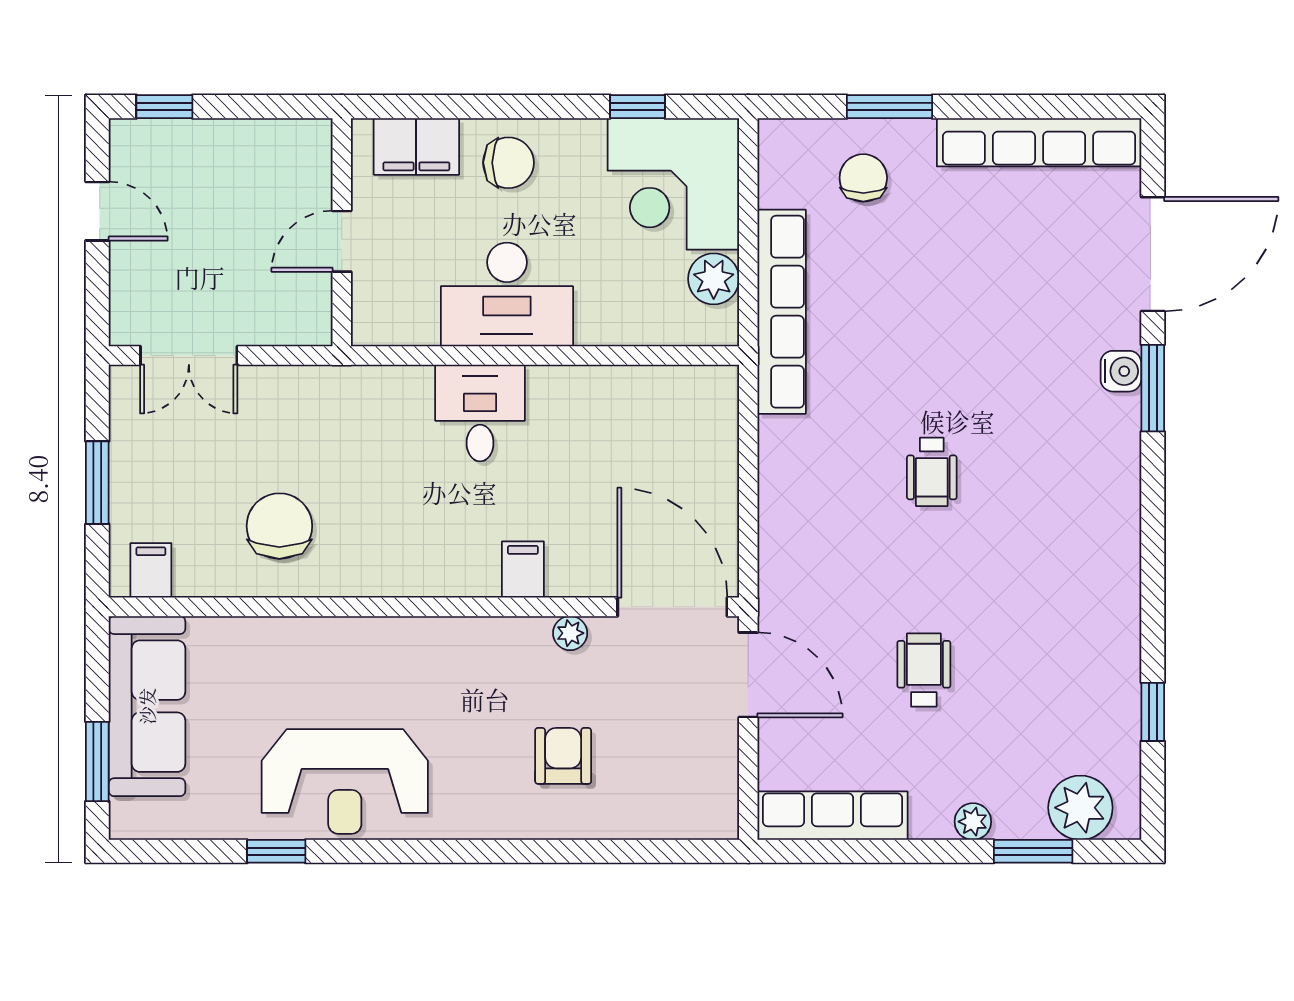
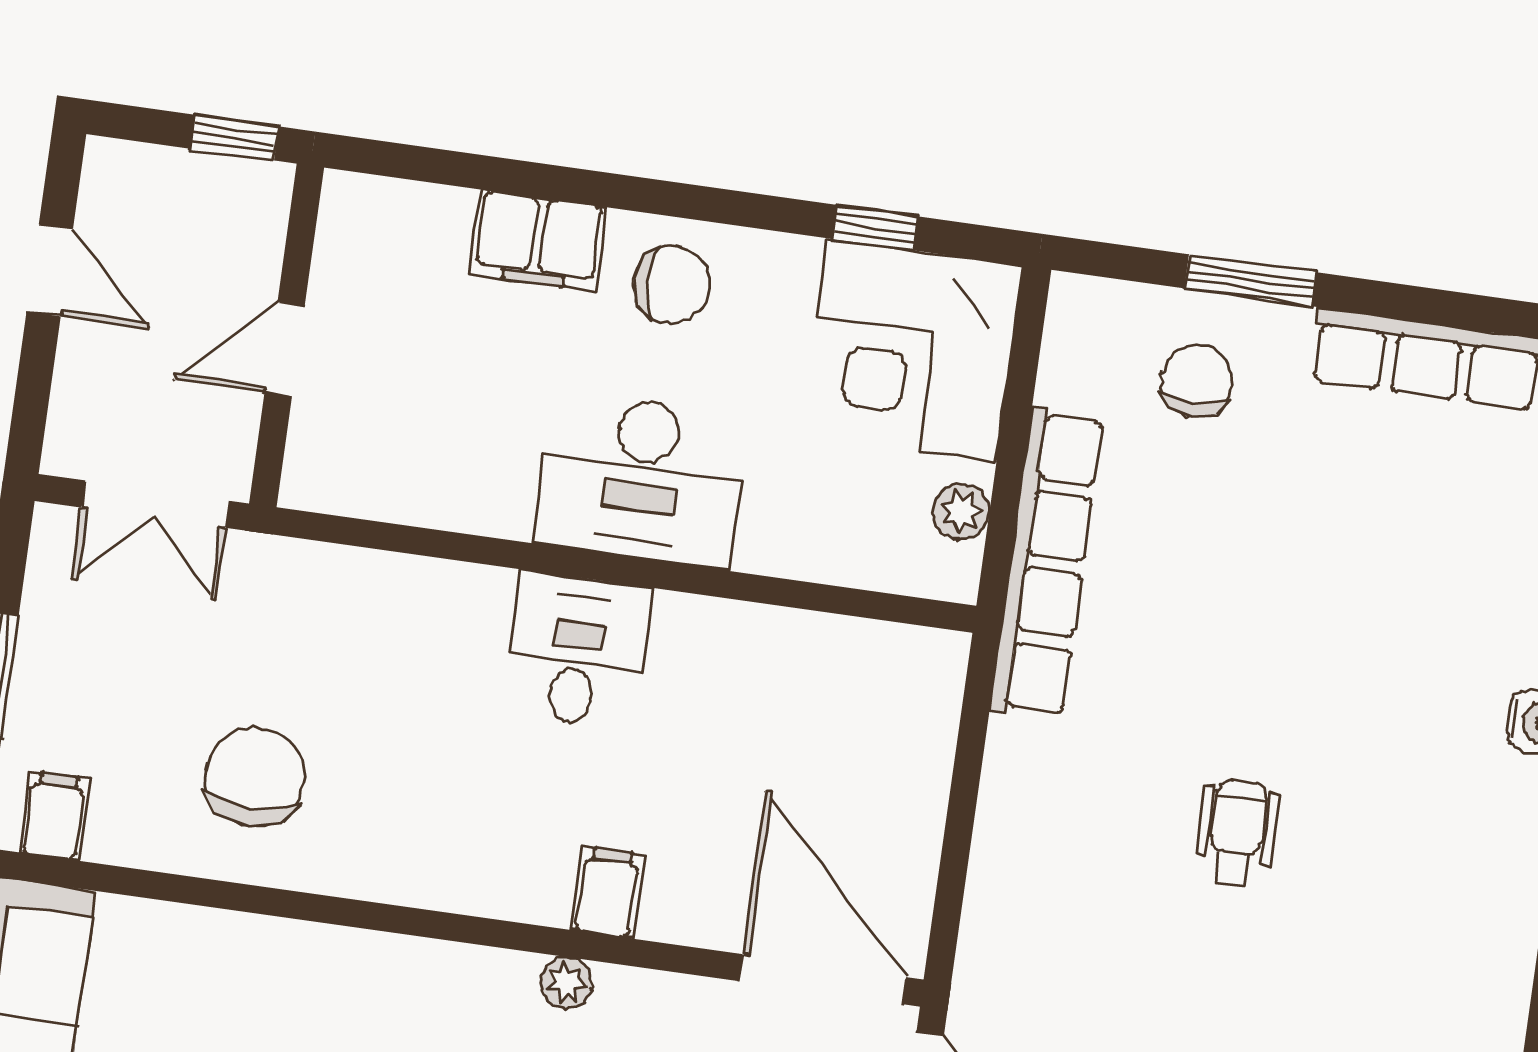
window: (164, 107) -> (235, 138), moved
wall: (342, 232) -> (287, 335), moved
door: (342, 241) -> (285, 349), moved
plant: (714, 279) -> (961, 512), width x0.73, depth x0.73
wheelchair: (932, 472) -> (1237, 833), turned 180
plant: (570, 633) -> (566, 983), moved

